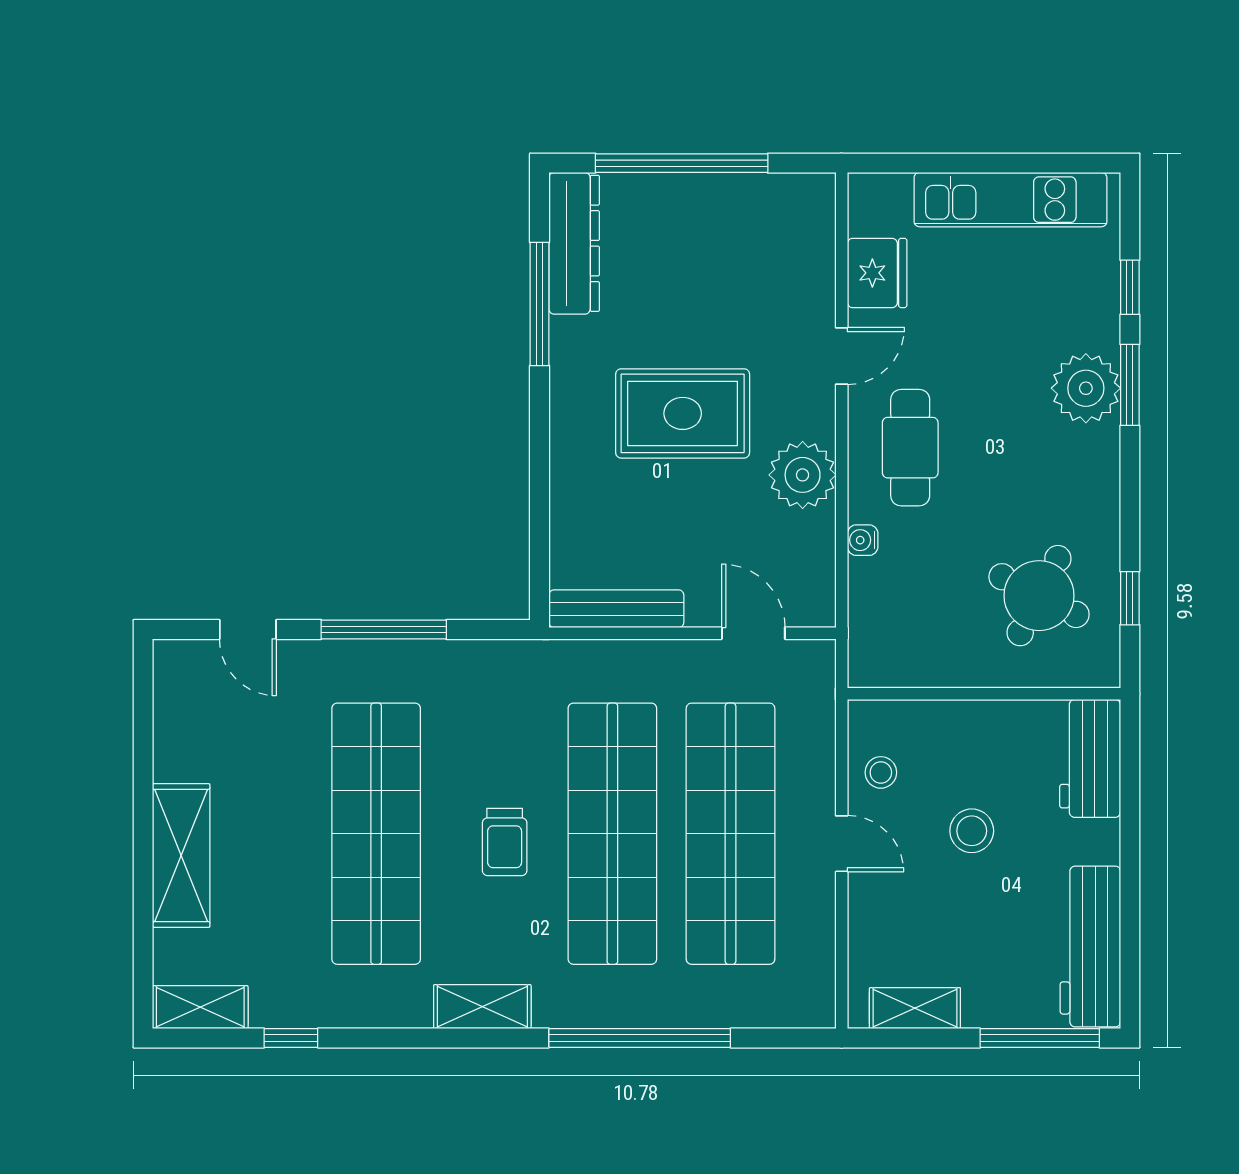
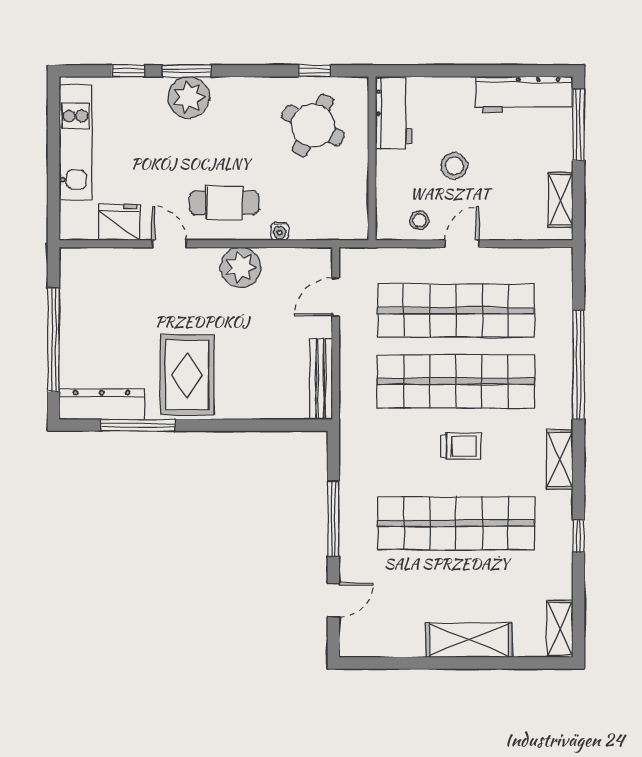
rug: (683, 413) -> (187, 375), moved
workbench: (1090, 758) -> (394, 114), moved, turned -90
window: (291, 1038) -> (579, 536), moved

